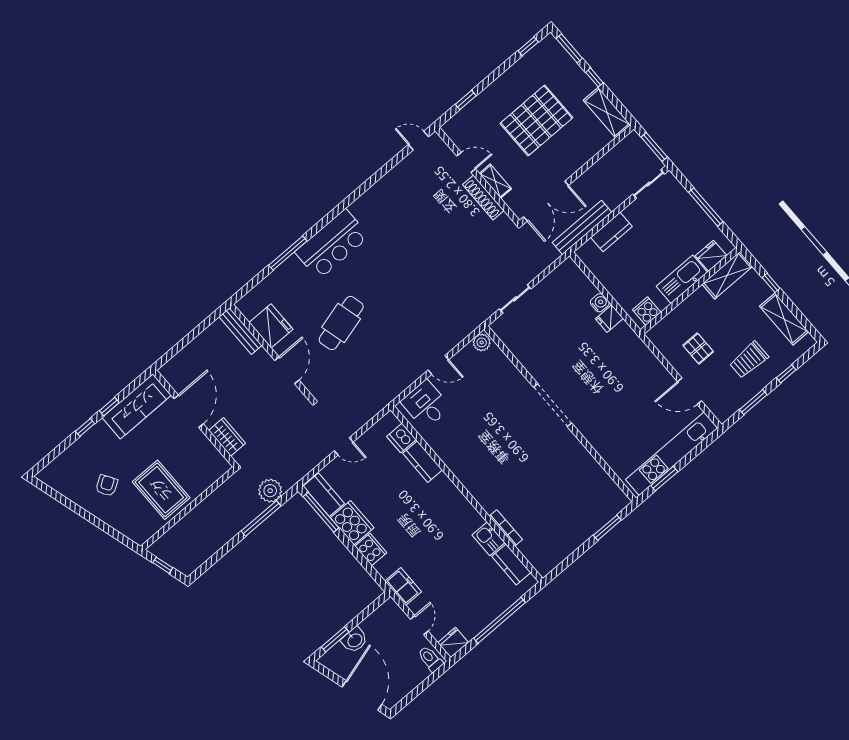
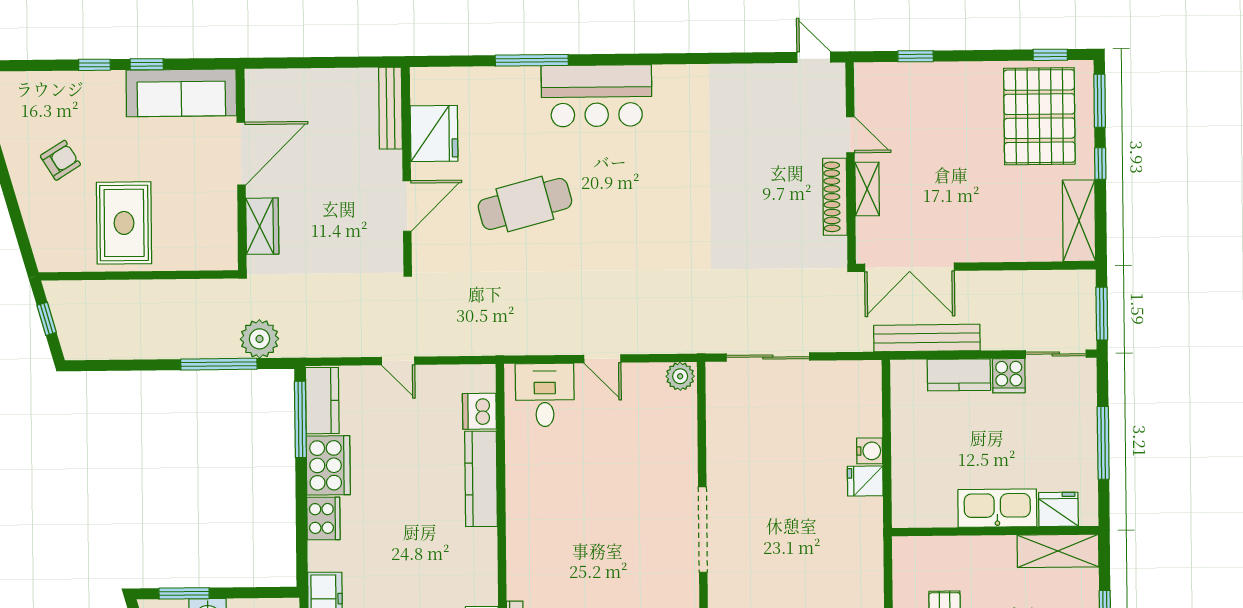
pallet: (536, 120) -> (1039, 116), moved, turned 90
sliding door: (515, 299) -> (768, 357), width x1.37
cooker: (647, 311) -> (1009, 376), moved, turned 180
kitchen counter: (423, 462) -> (481, 479), width x1.50

